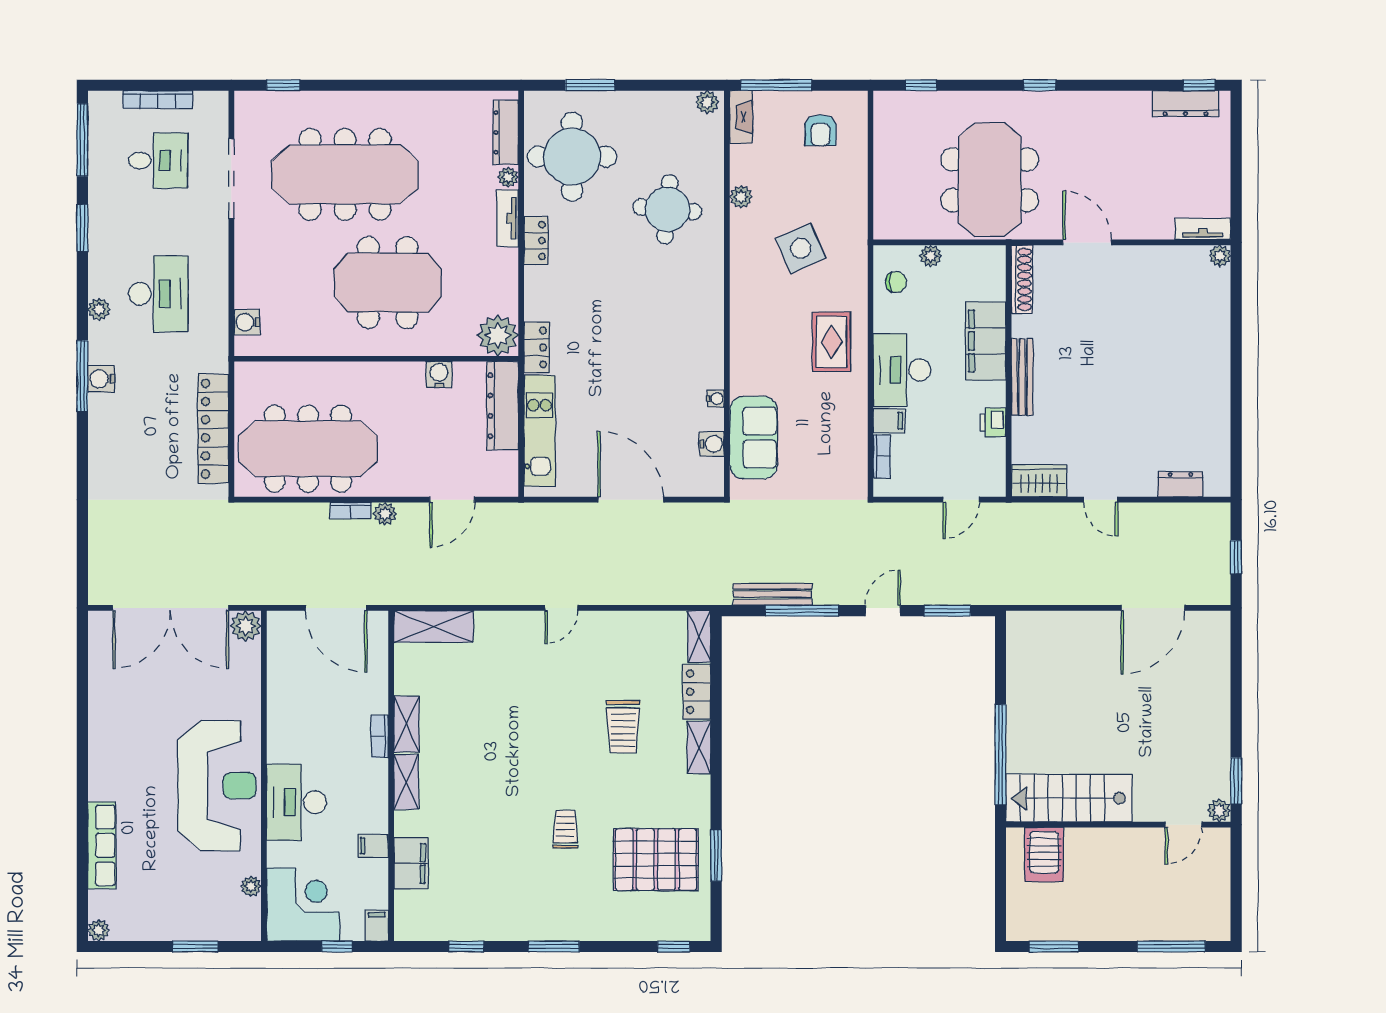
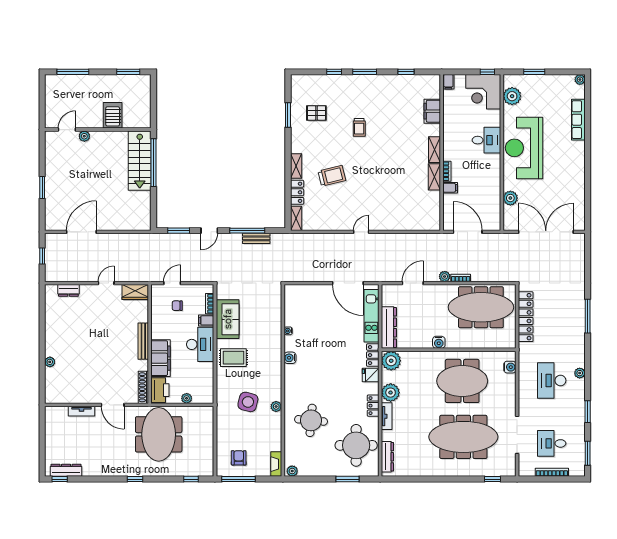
window: (776, 85) -> (238, 479), moved
window: (82, 140) -> (588, 453), width x0.69
plant: (508, 177) -> (391, 393), moved, width x1.87, depth x1.87
plant: (741, 197) -> (276, 406), moved
tv unit: (1203, 229) -> (81, 411), moved
side table: (801, 248) -> (248, 402), turned 38
plant: (1220, 256) -> (50, 362), moved
chair: (896, 282) -> (177, 306), moved
meeting table: (388, 283) -> (462, 381), moved
fridge: (541, 305) -> (371, 375), added
rug: (831, 342) -> (233, 358), turned 90
water cooler: (439, 375) -> (439, 342), moved
window: (82, 376) -> (588, 316), moved
water cooler: (101, 379) -> (579, 340), removed
printer: (993, 422) -> (160, 390), moved, width x1.87, depth x1.48
sofa: (754, 438) -> (228, 319), moved, turned 180
water cooler: (712, 444) -> (290, 358), moved
door: (631, 500) -> (348, 283), moved
door: (1101, 500) -> (106, 283), hinge flipped
bench: (773, 594) -> (256, 238), width x0.73
plant: (246, 626) -> (510, 198), moved
shelving: (433, 626) -> (422, 223), removed
trolley: (623, 727) -> (332, 176), turned 76
window: (1236, 781) -> (42, 188), moved
stairs: (1069, 798) -> (140, 161), moved, turned 90
desk: (296, 802) -> (486, 140), width x0.73
plant: (1219, 810) -> (84, 136), moved
filing cabinet: (373, 846) -> (450, 188), moved
server rack: (1044, 855) -> (113, 115), moved
pallet: (656, 860) -> (316, 113), width x0.49, depth x0.50
plant: (251, 886) -> (512, 96), width x1.88, depth x1.88
window: (337, 946) -> (487, 72), moved
window: (674, 946) -> (334, 72), moved

